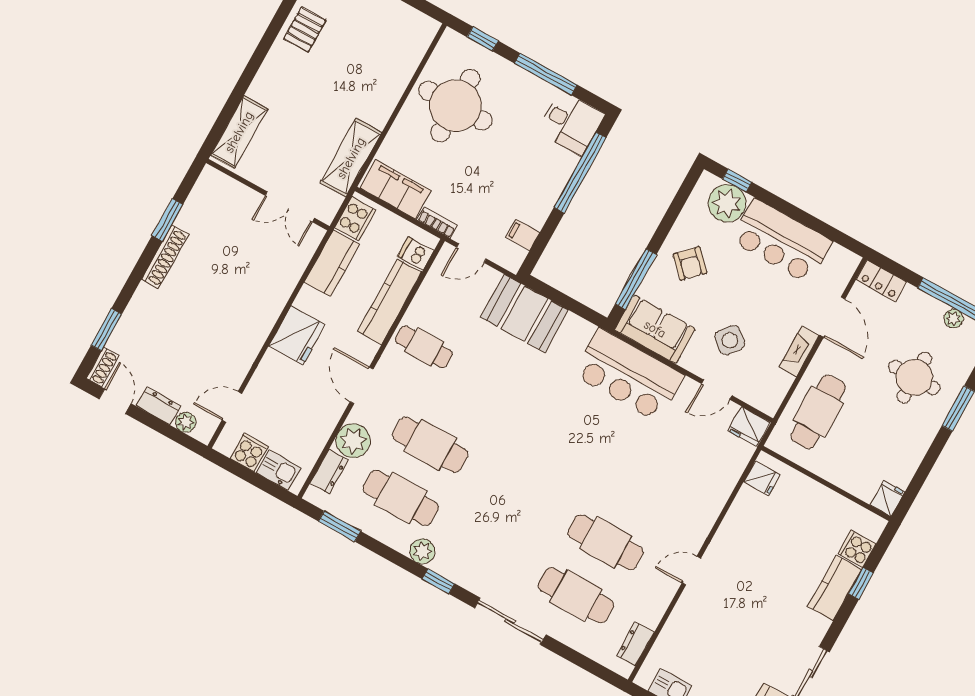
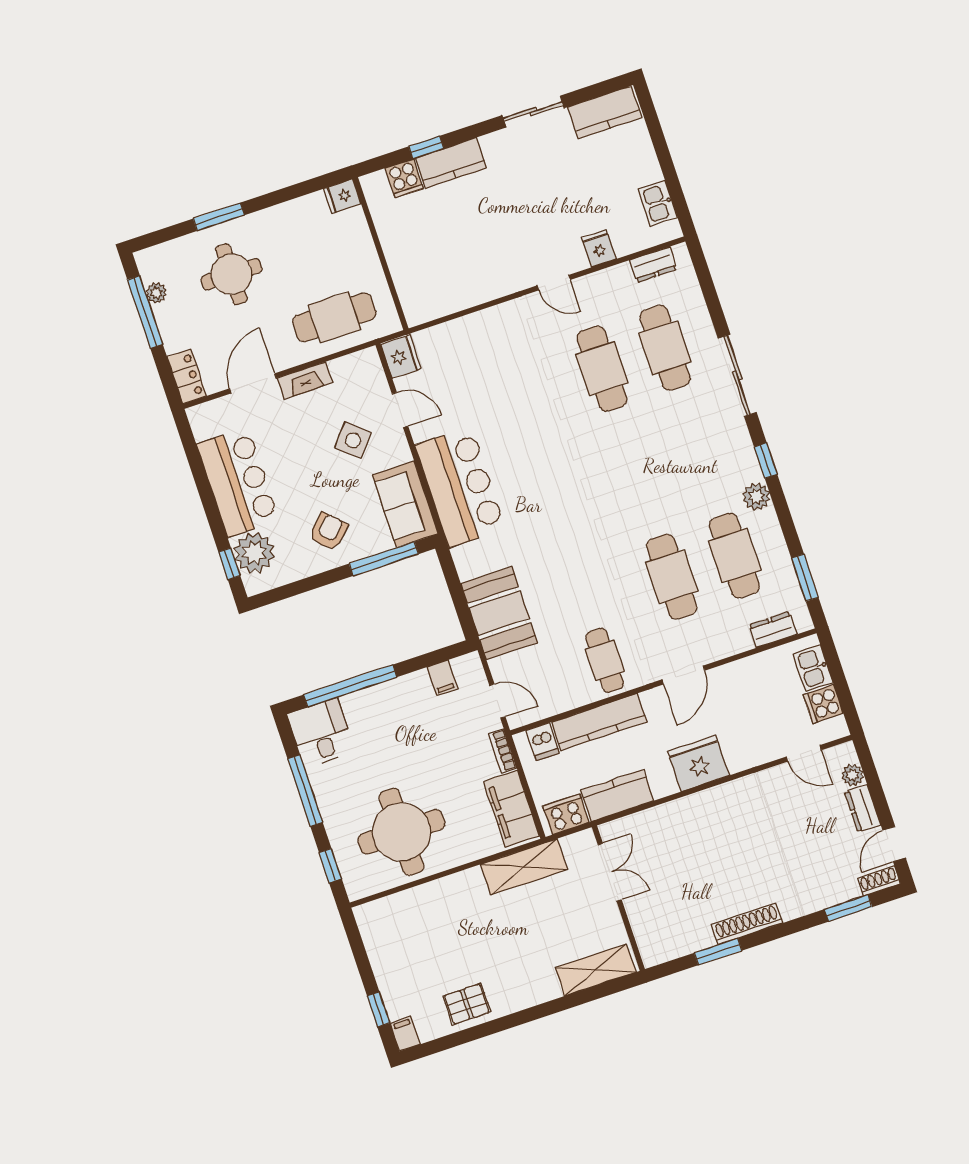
plant: (353, 441) -> (731, 637), removed
fridge: (762, 478) -> (599, 248), moved

